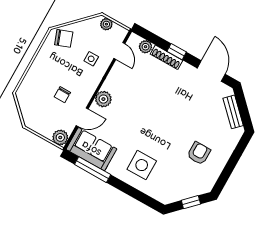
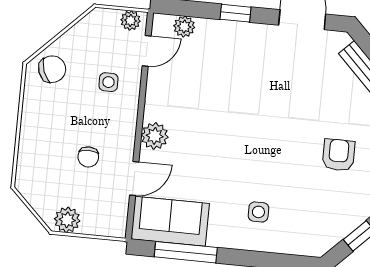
plant: (106, 24) -> (131, 20), moved
door: (119, 51) -> (147, 51), hinge flipped
shoe rack: (166, 57) -> (224, 29), removed
plant: (60, 137) -> (67, 220), moved
side table: (142, 165) -> (258, 212), width x0.54, depth x0.54

